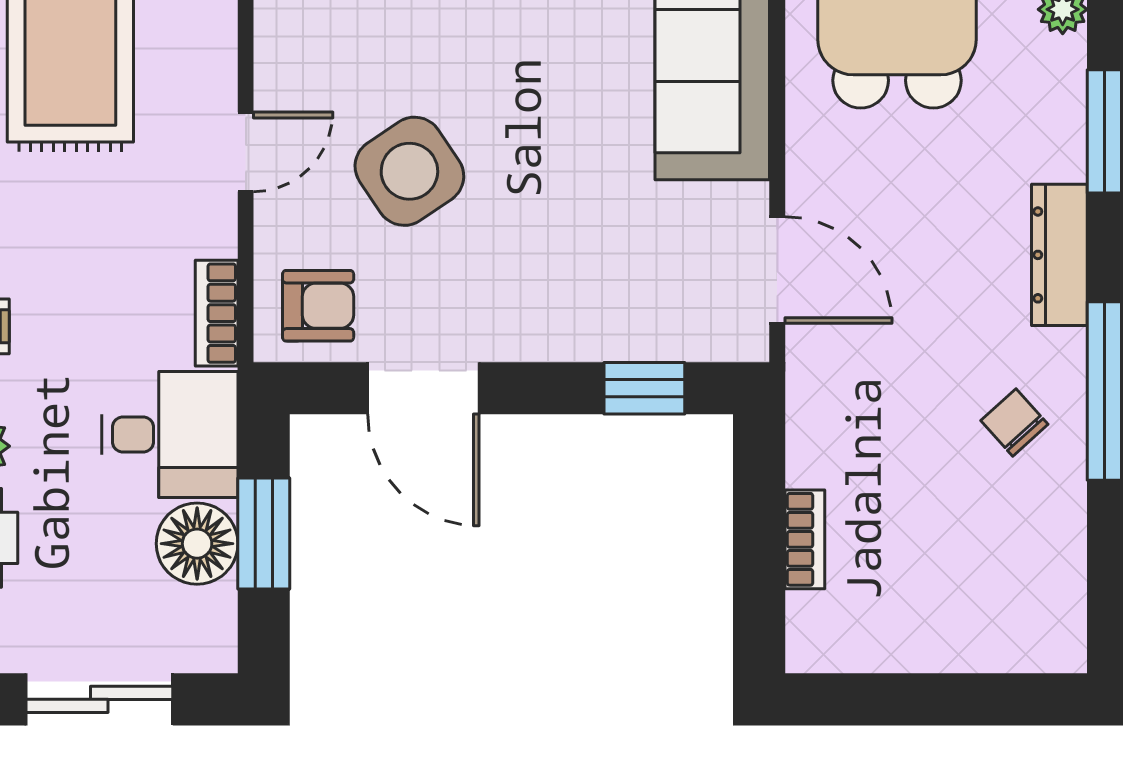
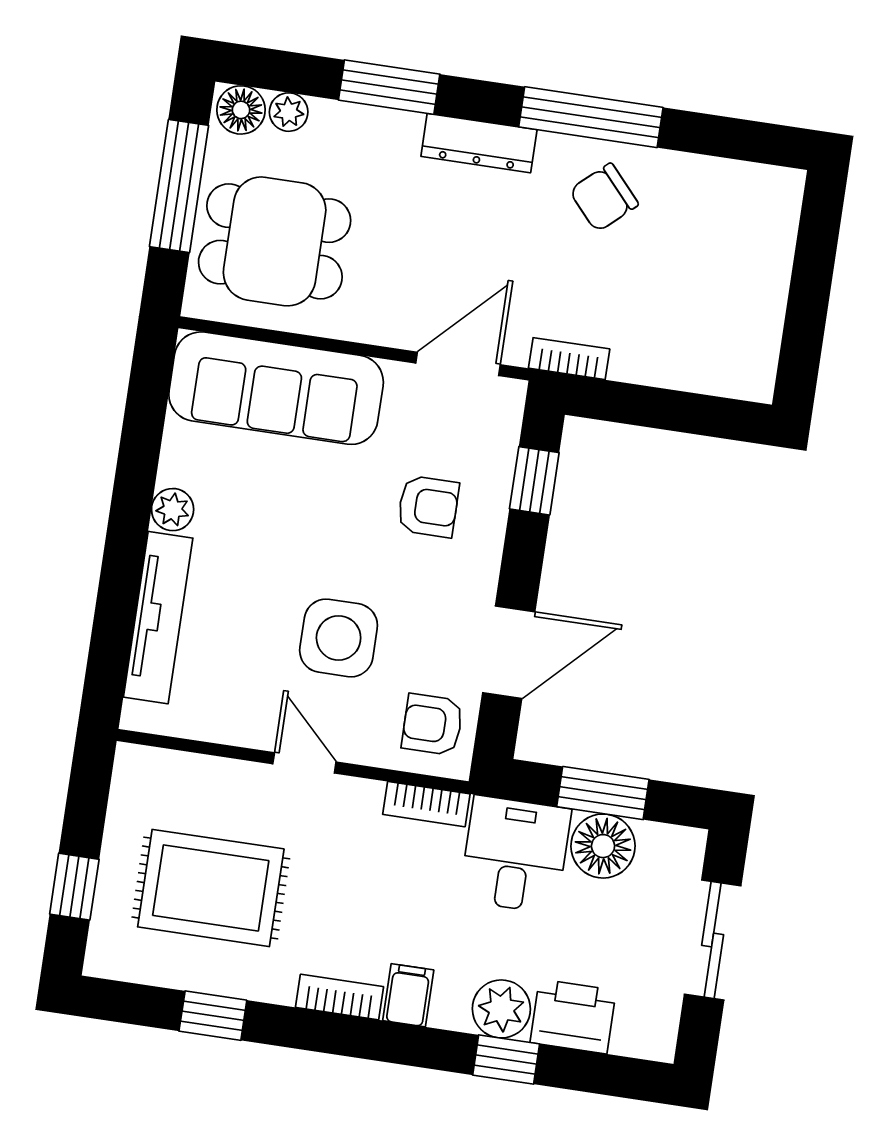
side table: (409, 171) -> (339, 638), turned 34
armchair: (592, 259) -> (428, 506), added
armchair: (318, 306) -> (432, 724), turned -90
chair: (1014, 422) -> (604, 197), width x1.37, depth x1.37
bookcase: (805, 539) -> (569, 359), moved

